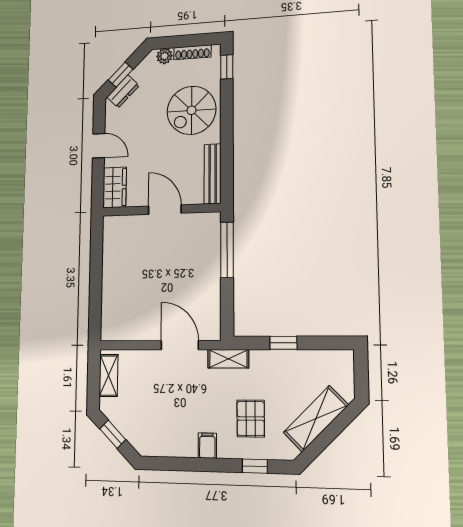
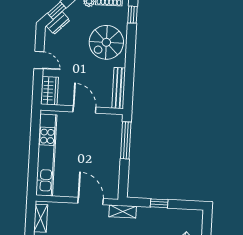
kitchen unit: (113, 281) -> (46, 155), added

